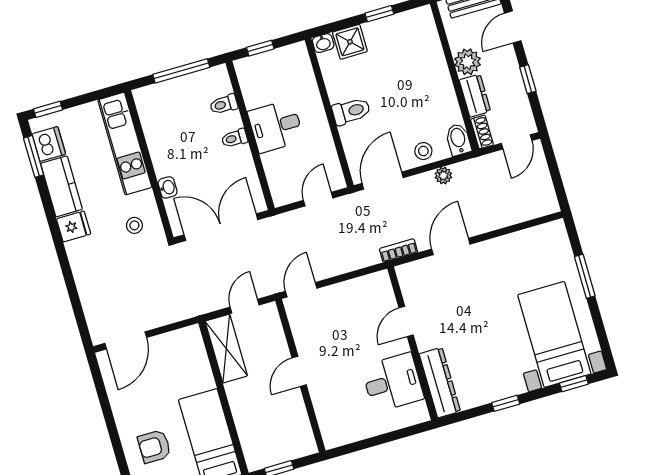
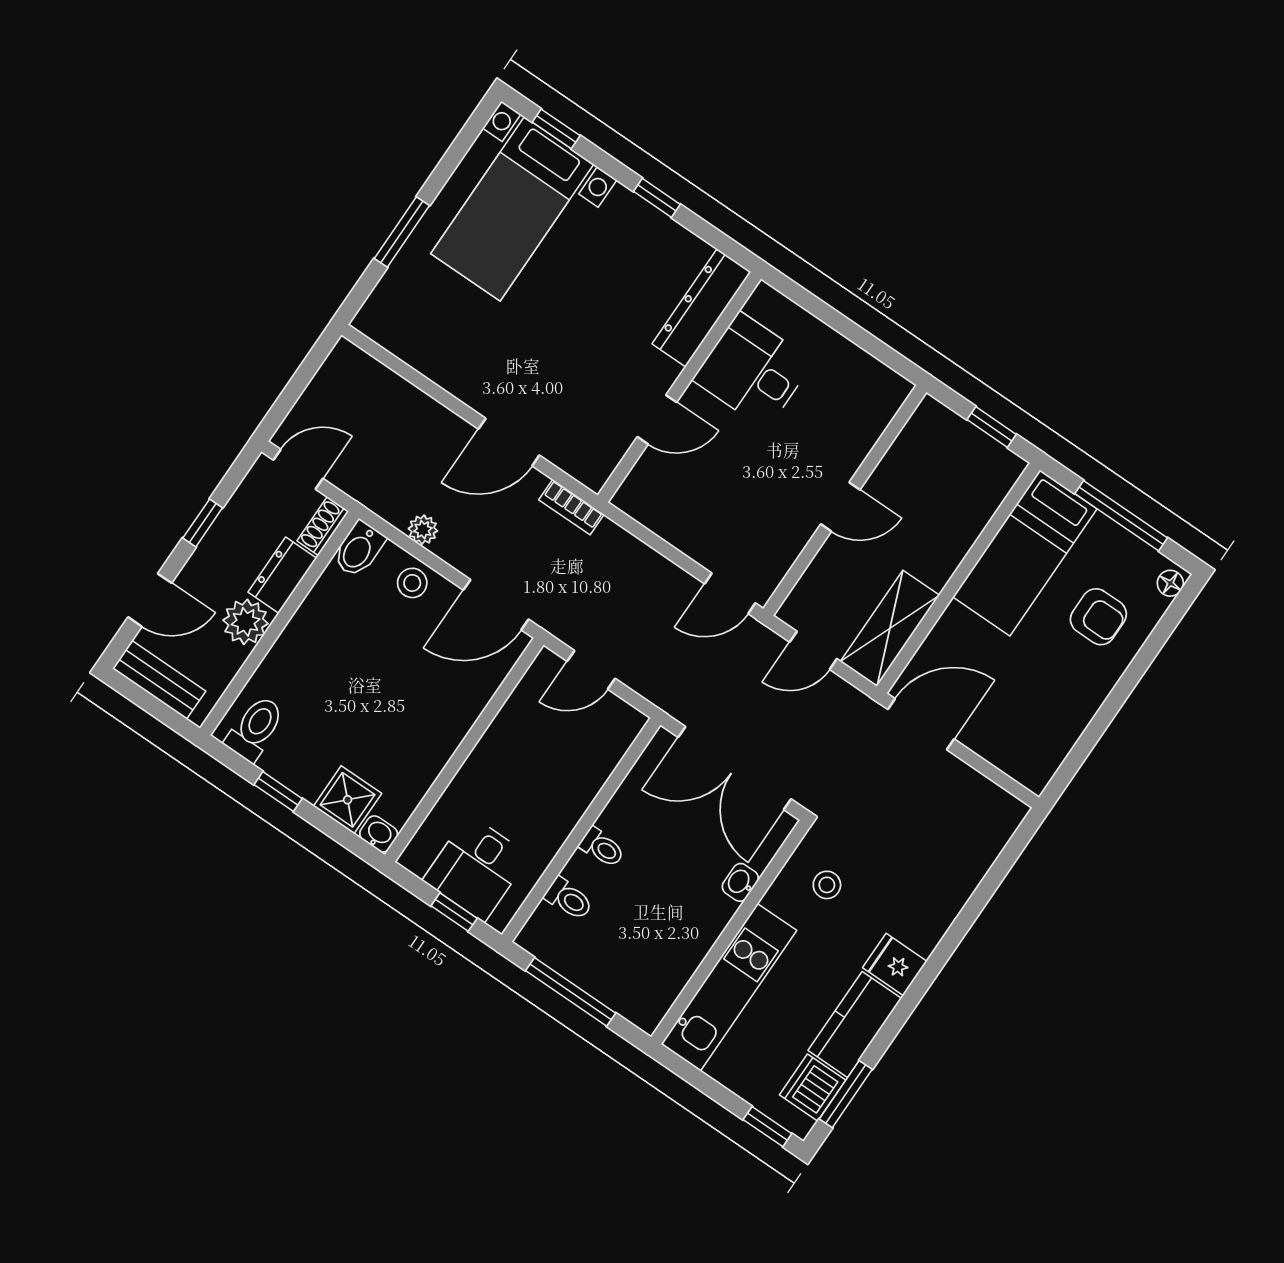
toilet: (351, 111) -> (255, 728), moved, turned 90
desk: (276, 126) -> (476, 868), moved, turned 90
door: (126, 340) -> (921, 724), moved

